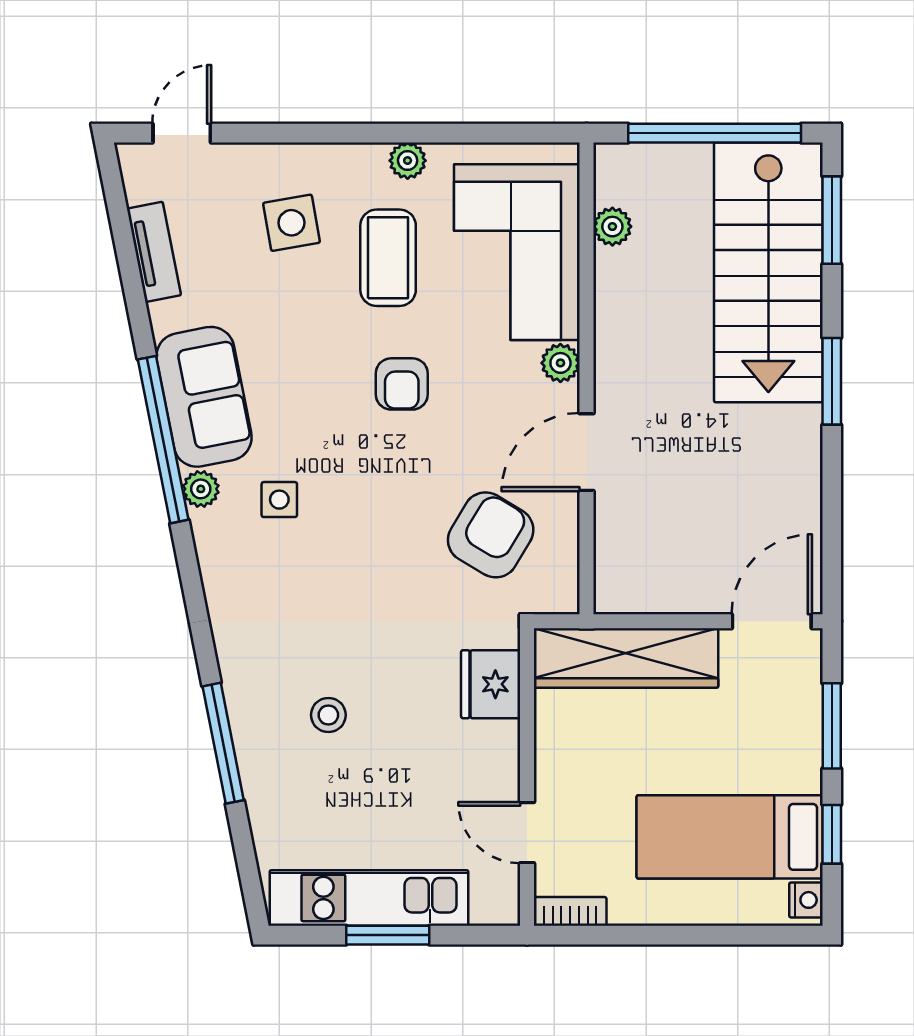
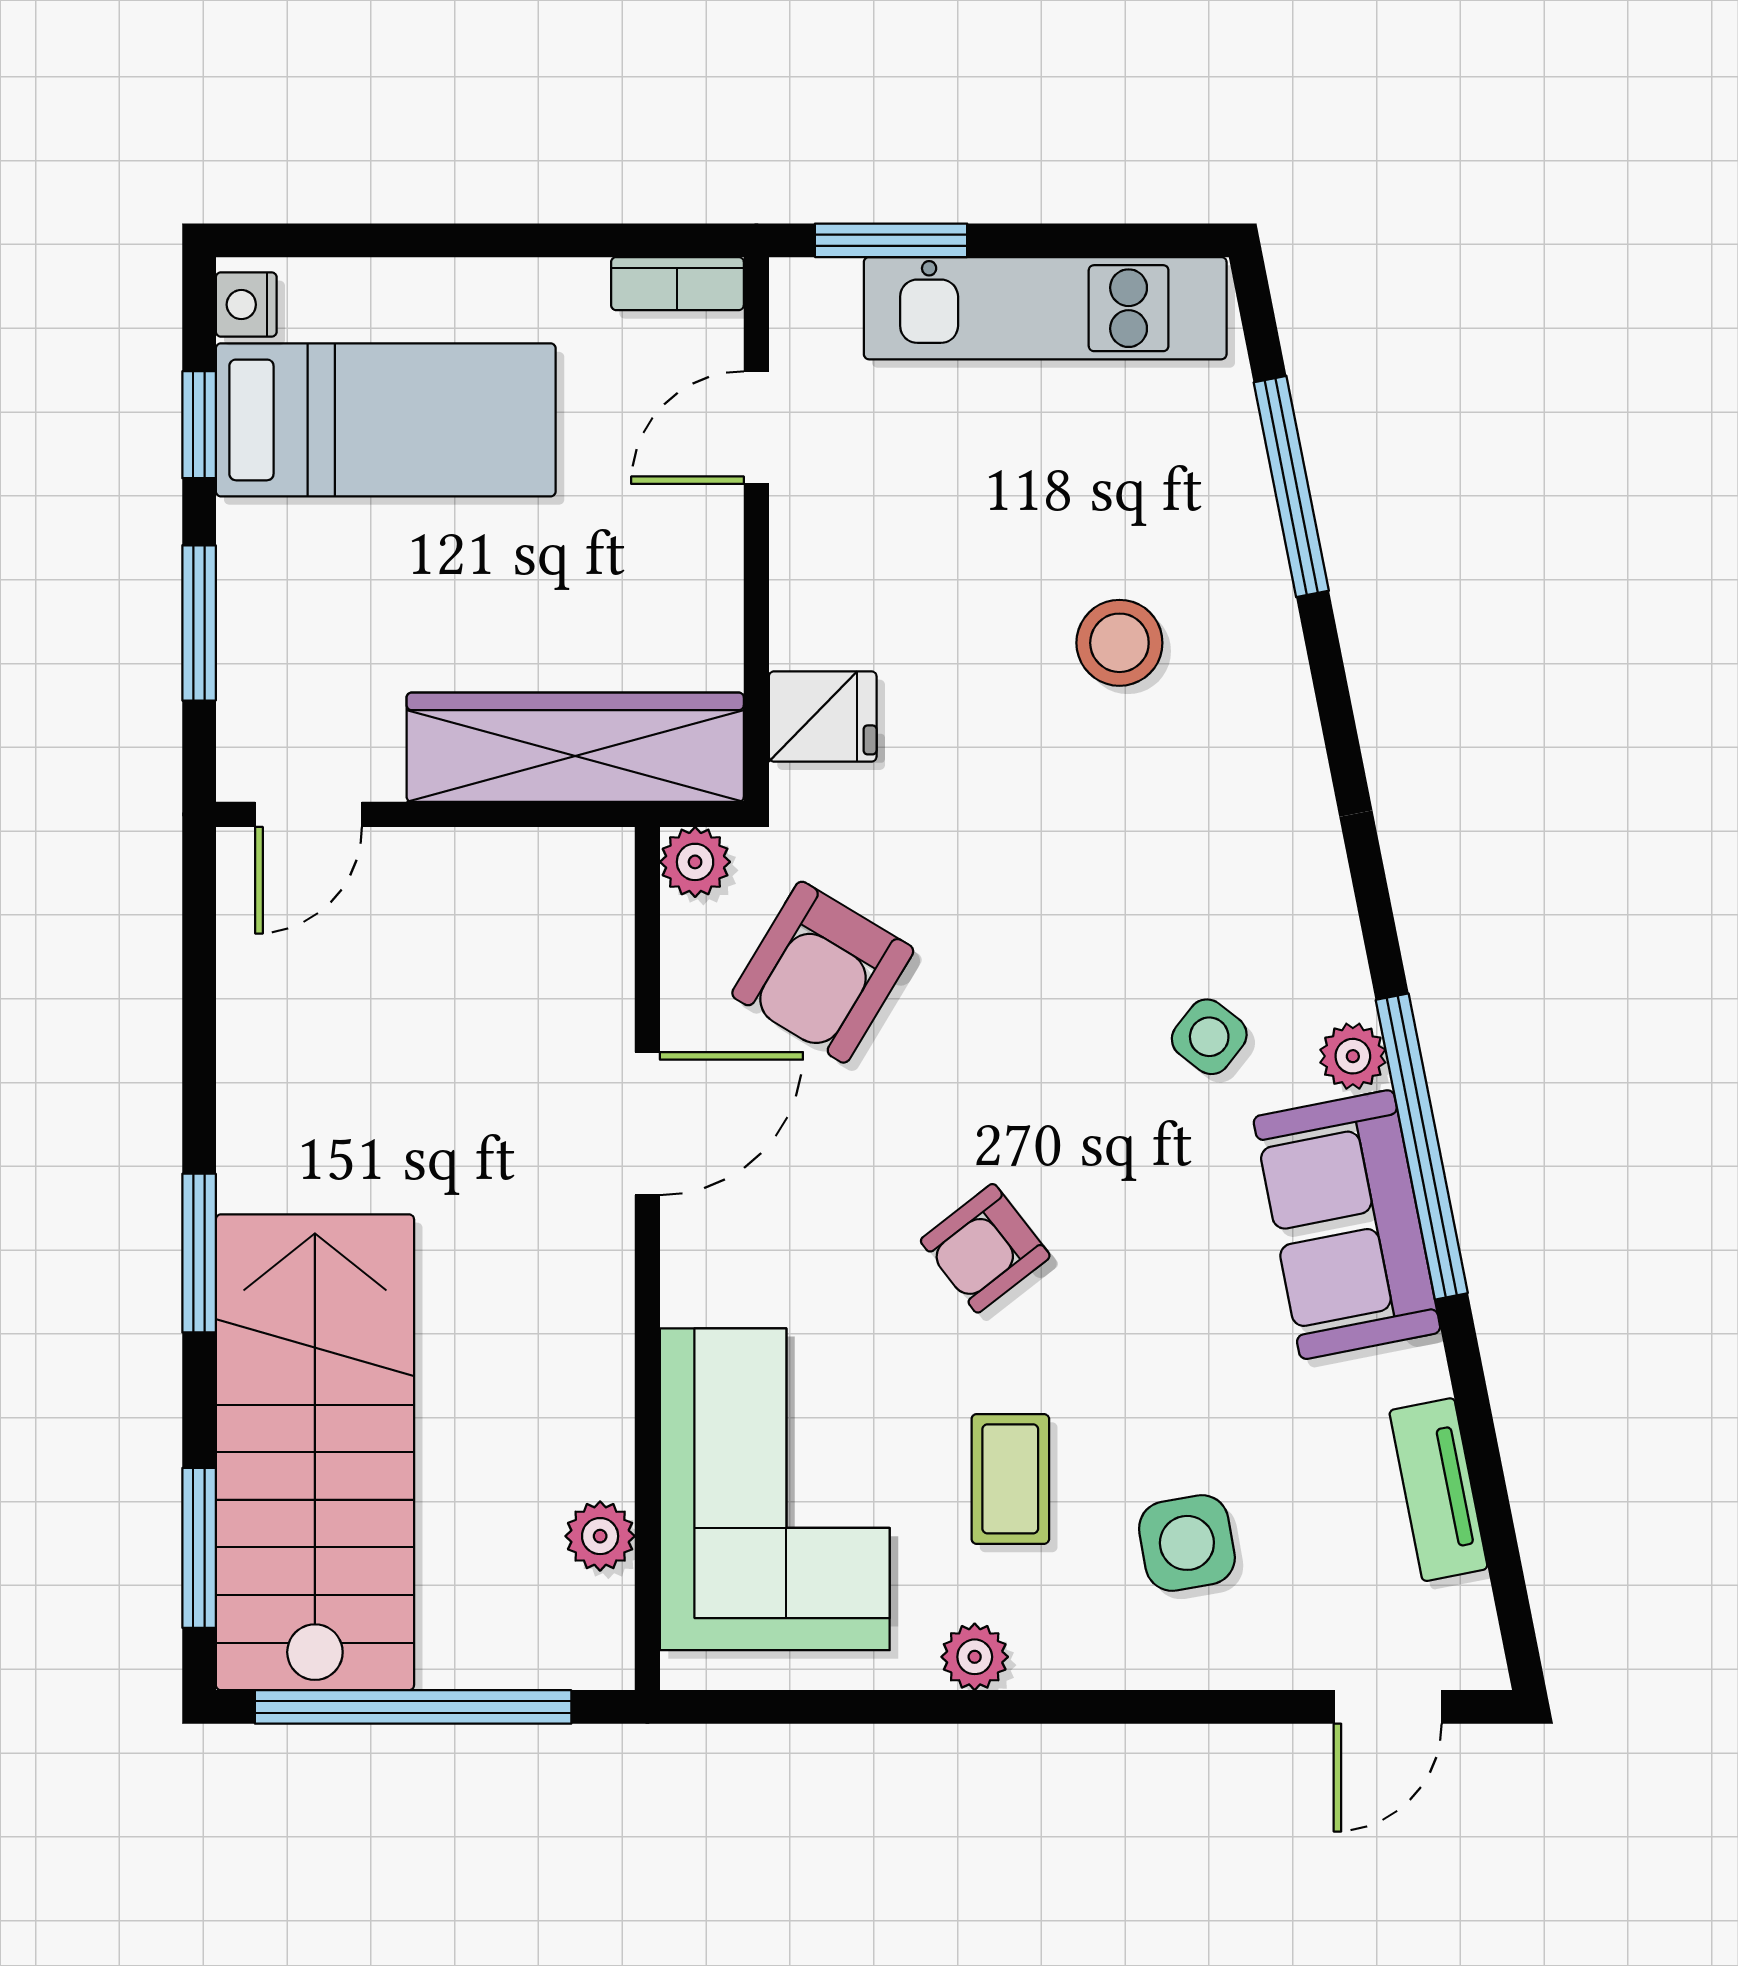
coffee table: (388, 258) -> (1010, 1479), width x0.73, depth x0.77
plant: (560, 363) -> (695, 862), moved
armchair: (402, 384) -> (985, 1248), turned -128
side table: (279, 500) -> (1209, 1037), turned 38
door: (772, 621) -> (309, 814), width x0.73
fridge: (491, 684) -> (823, 716), width x0.72
stool: (328, 715) -> (1119, 643), width x1.37, depth x1.37
window: (223, 743) -> (1291, 487), moved
door: (527, 833) -> (756, 428), swing flipped
window: (388, 935) -> (891, 240), moved

